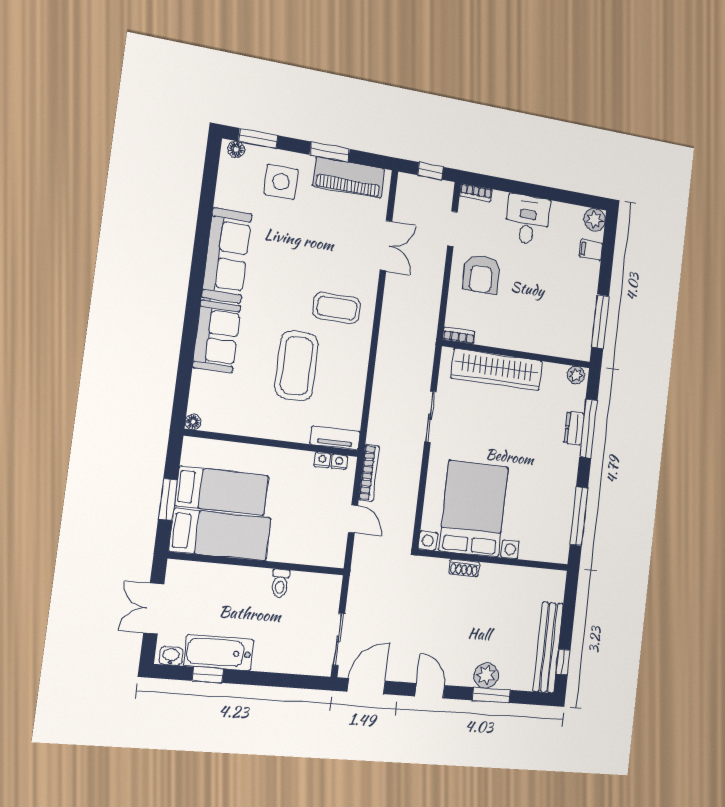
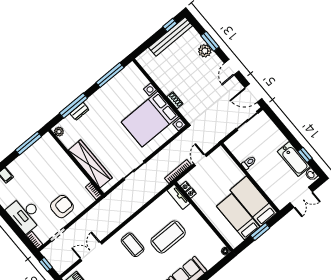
desk: (528, 220) -> (25, 214), width x1.37

